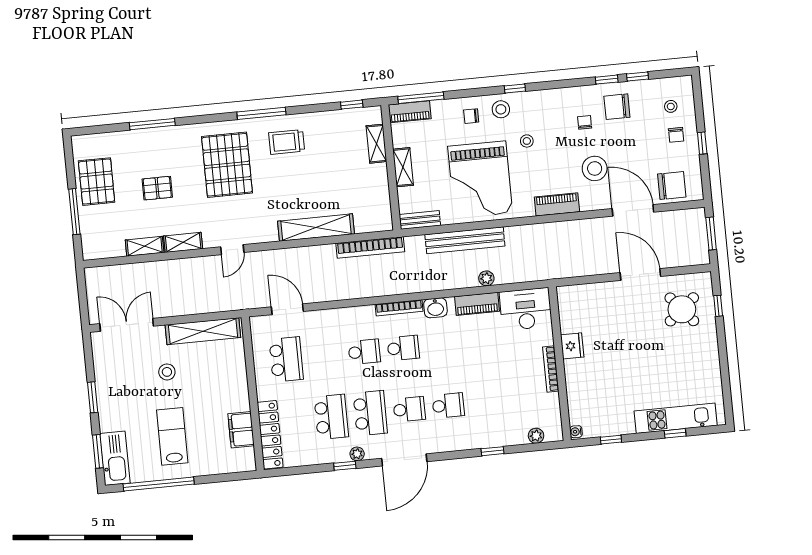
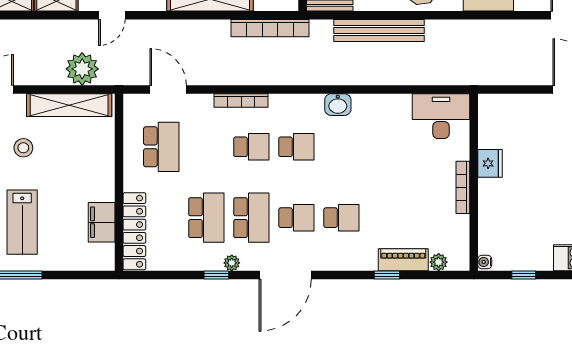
plant: (486, 278) -> (82, 69), moved, width x1.88, depth x1.88
piano: (477, 304) -> (403, 260), moved, turned 180
bookcase: (399, 308) -> (241, 100), moved
lab bench: (172, 436) -> (22, 222), turned 180

